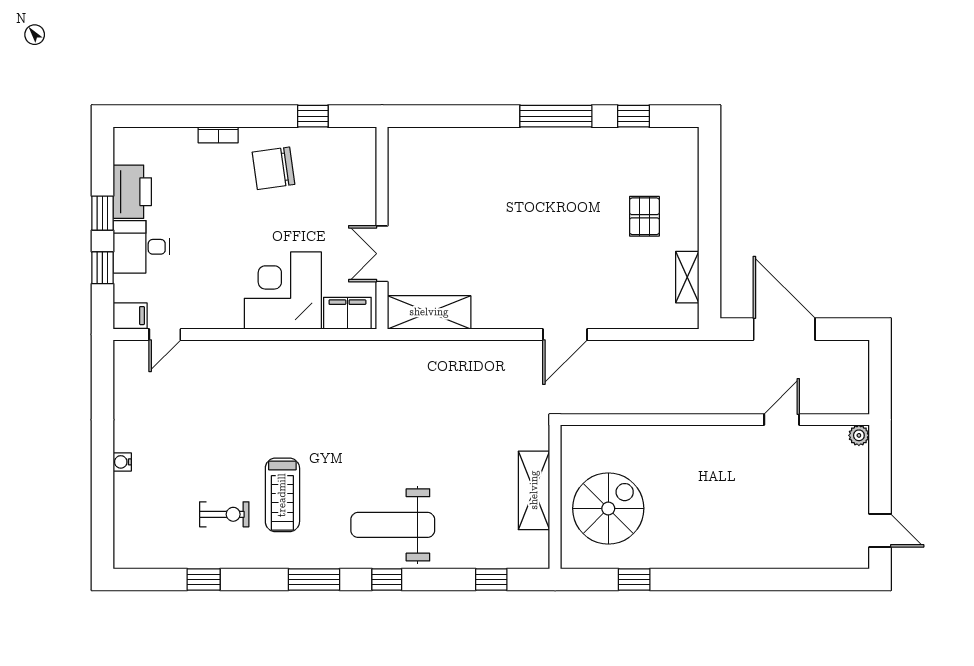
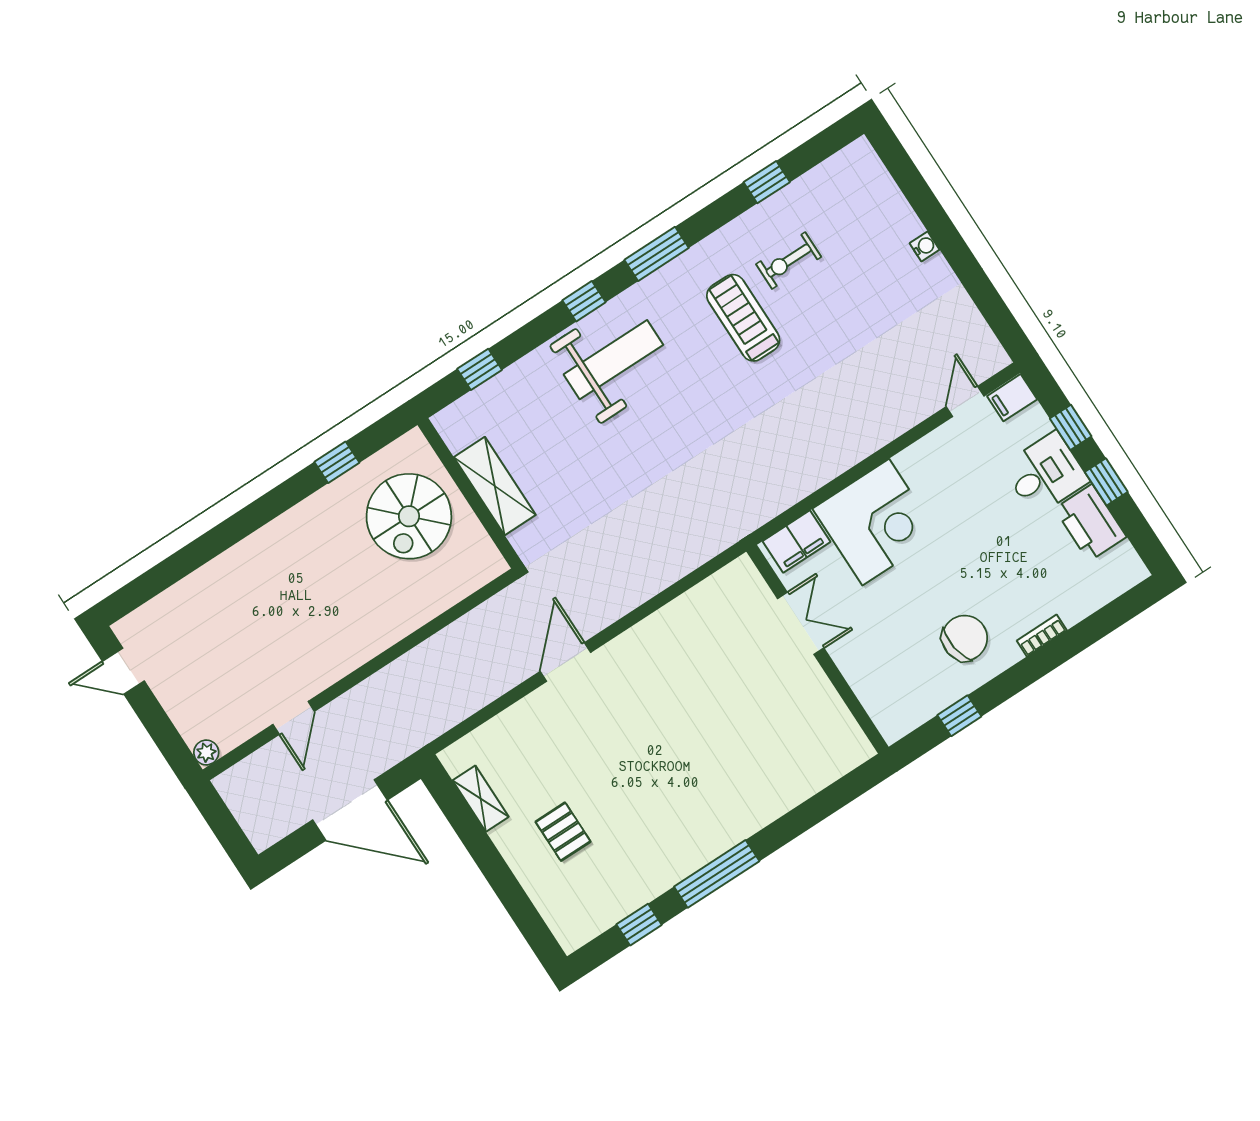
shelving: (429, 312) -> (715, 595), removed

